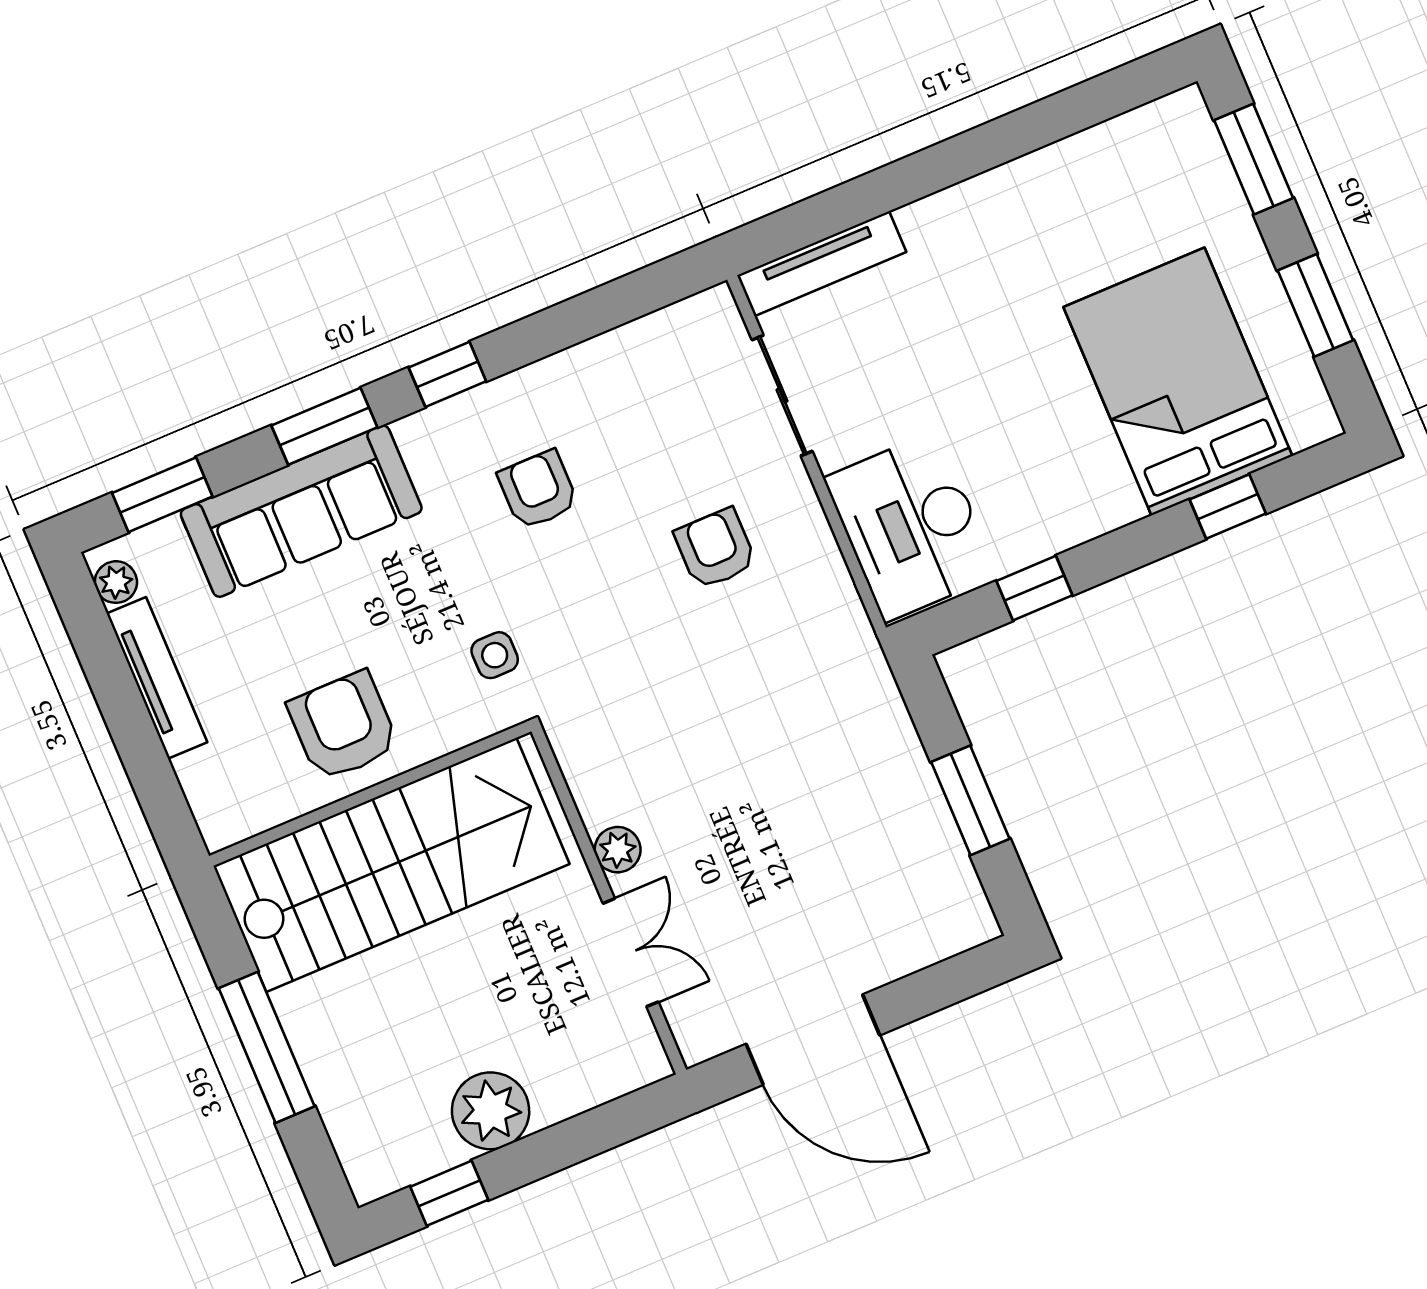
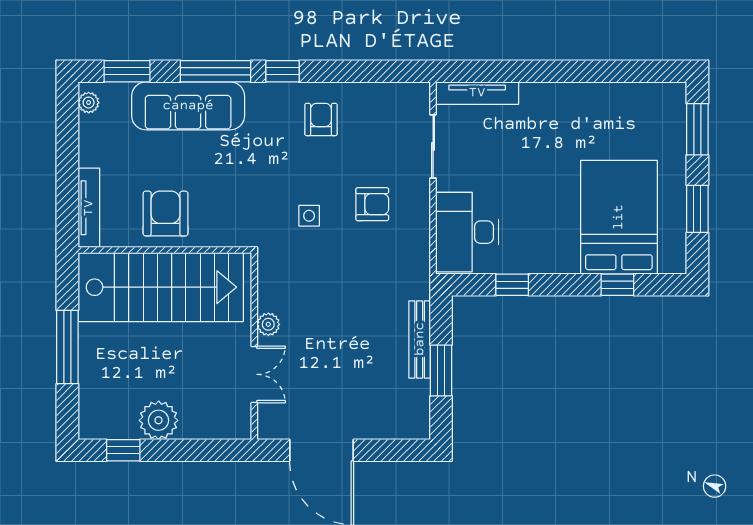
window: (324, 426) -> (215, 71), width x1.44
armchair: (538, 490) -> (321, 119), moved
armchair: (715, 549) -> (372, 204), turned 90
side table: (495, 655) -> (309, 216), moved
tv unit: (157, 678) -> (89, 208), moved
bench: (907, 760) -> (420, 339), added

